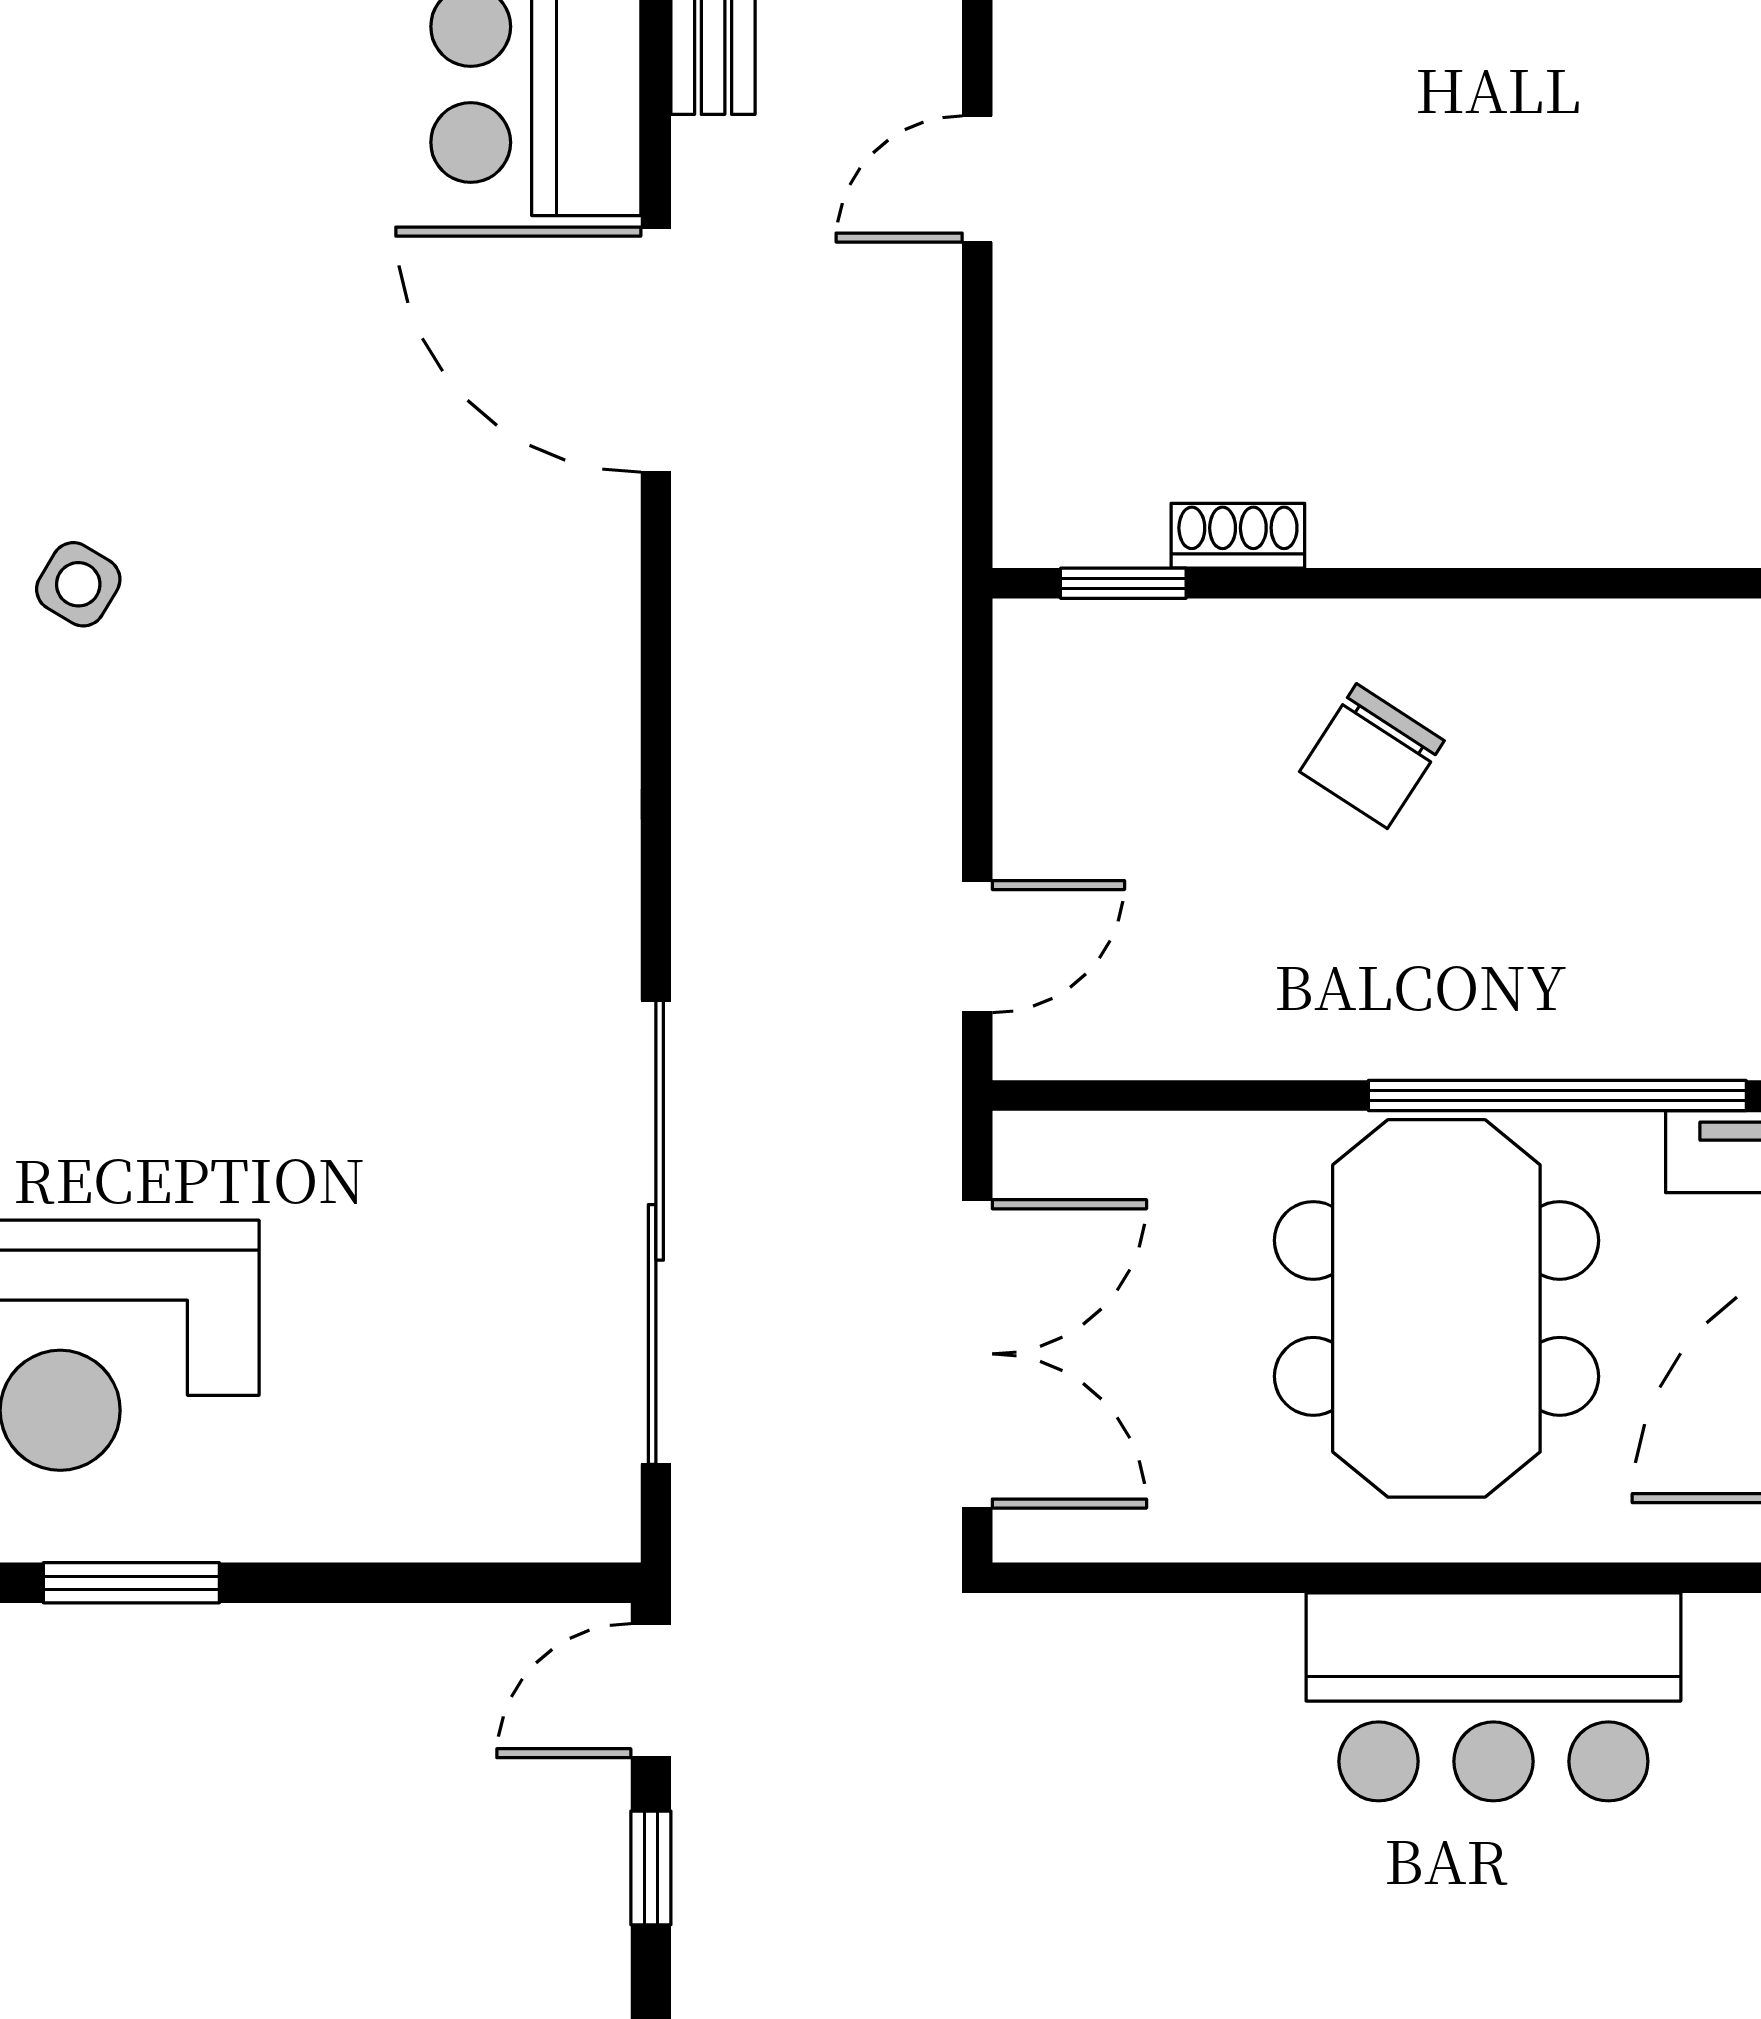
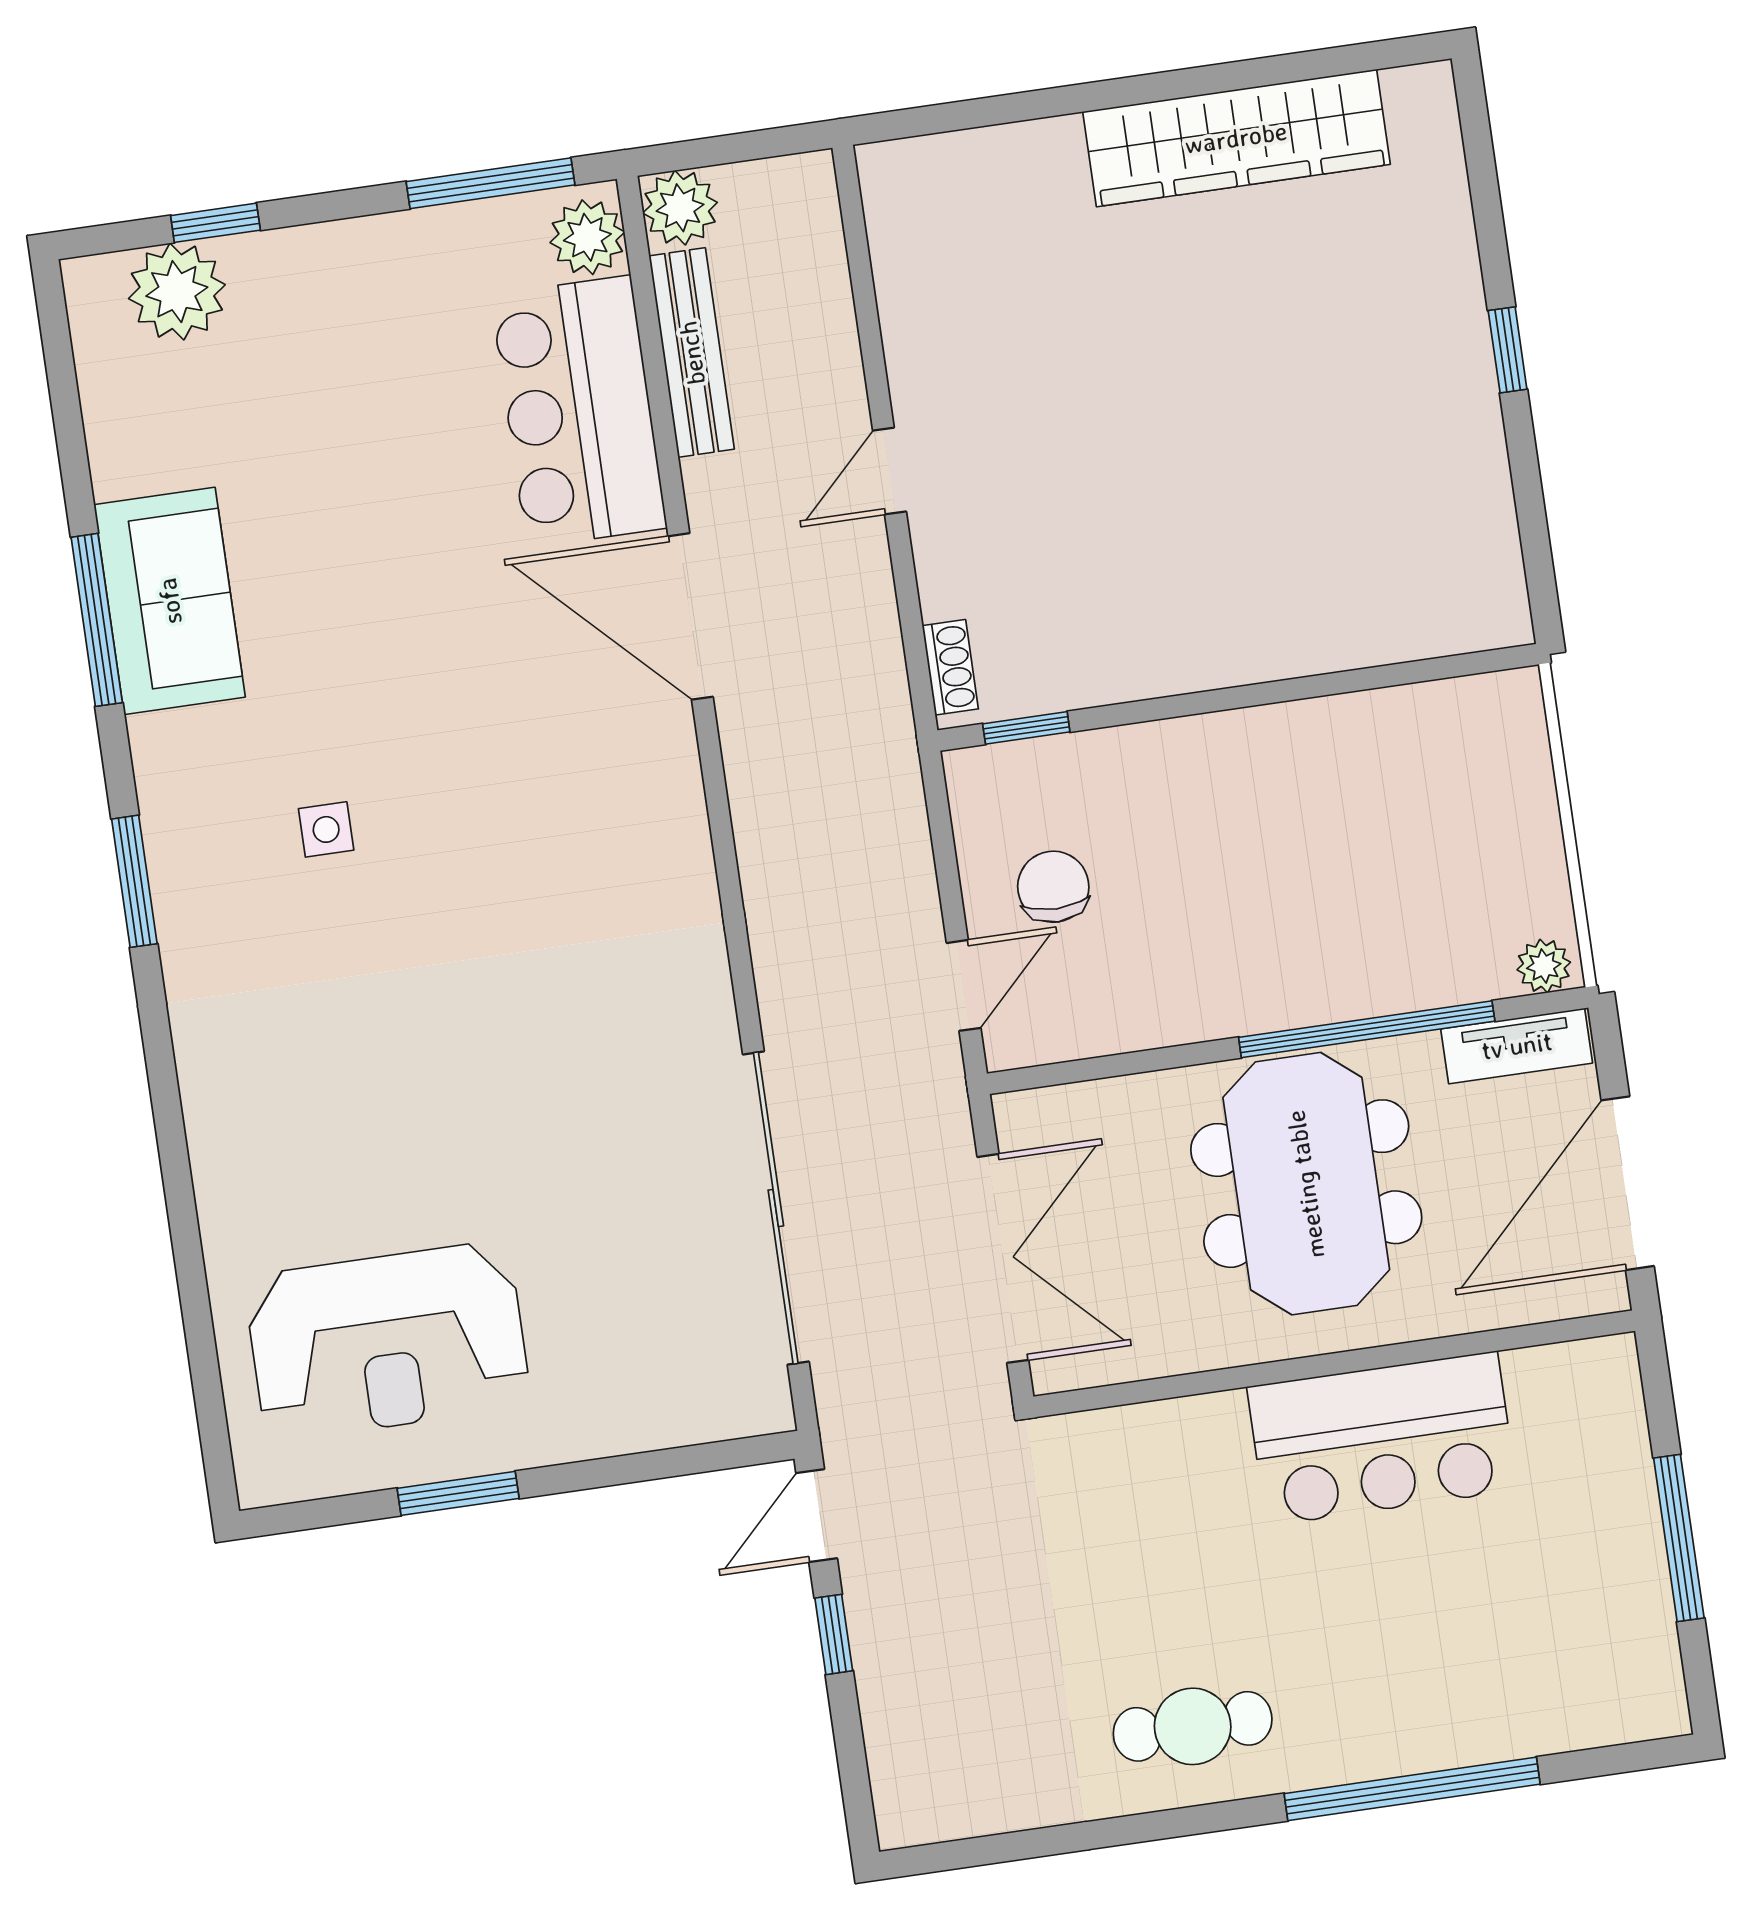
shoe rack: (1238, 536) -> (950, 667), moved, turned 90
side table: (78, 584) -> (326, 829), turned -31
chair: (1372, 756) -> (1053, 887), moved, turned 147

